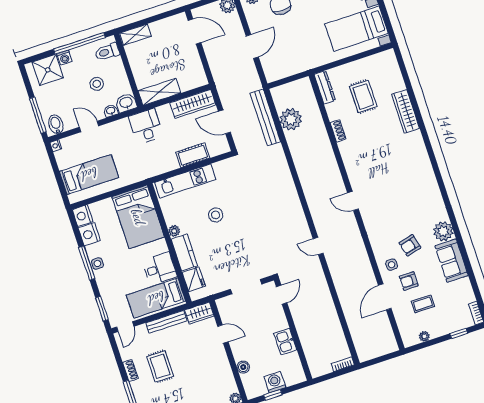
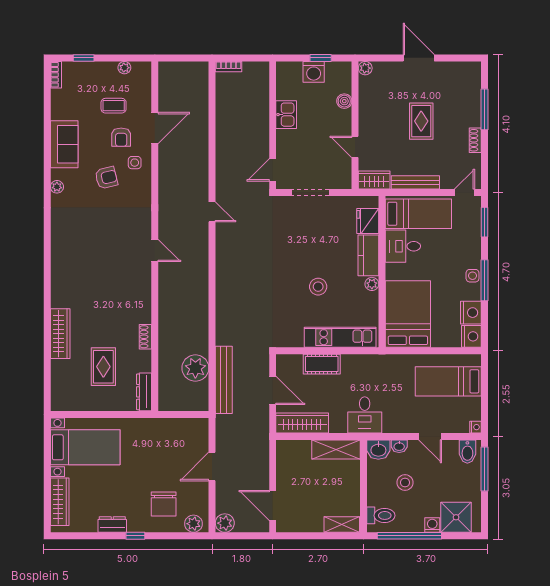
plant: (443, 231) -> (57, 187), width x0.53, depth x0.53
armchair: (409, 281) -> (121, 137), turned 90
rug: (160, 366) -> (421, 121), moved

